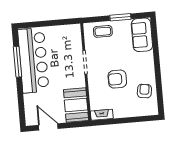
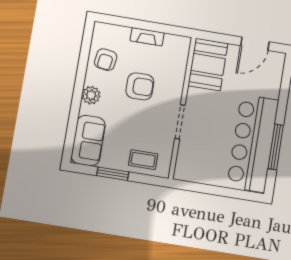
plant: (148, 65) -> (91, 95), added
fireplace: (102, 115) -> (147, 37), moved
door: (48, 127) -> (255, 44), hinge flipped

